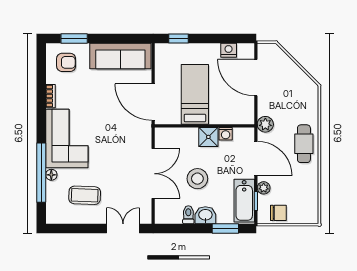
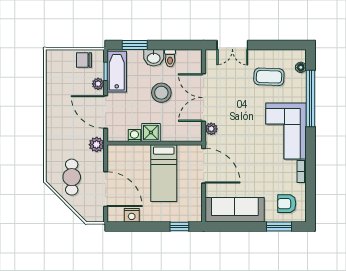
plant: (145, 141) -> (211, 129), added
cafe table: (304, 144) -> (72, 177), moved
floor lamp: (51, 175) -> (301, 67), moved

